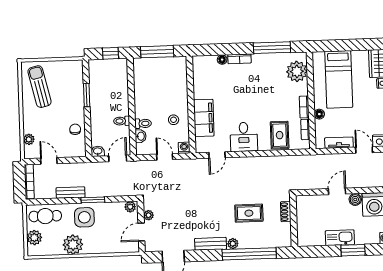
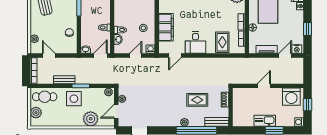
door: (364, 150) -> (285, 55), hinge flipped
door: (165, 157) -> (136, 55), hinge flipped
boiler: (355, 199) -> (277, 92), removed
bench: (211, 244) -> (217, 122), moved
plant: (73, 245) -> (91, 119), moved

